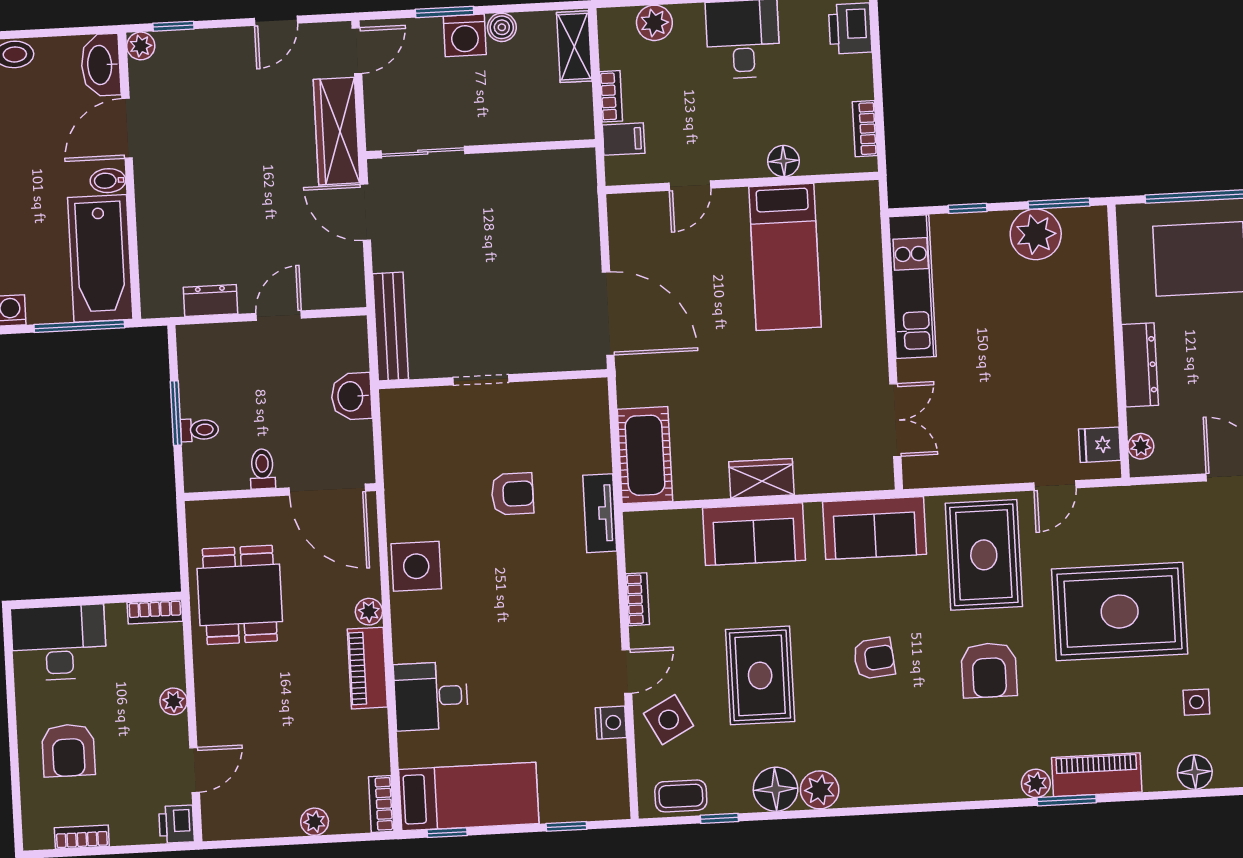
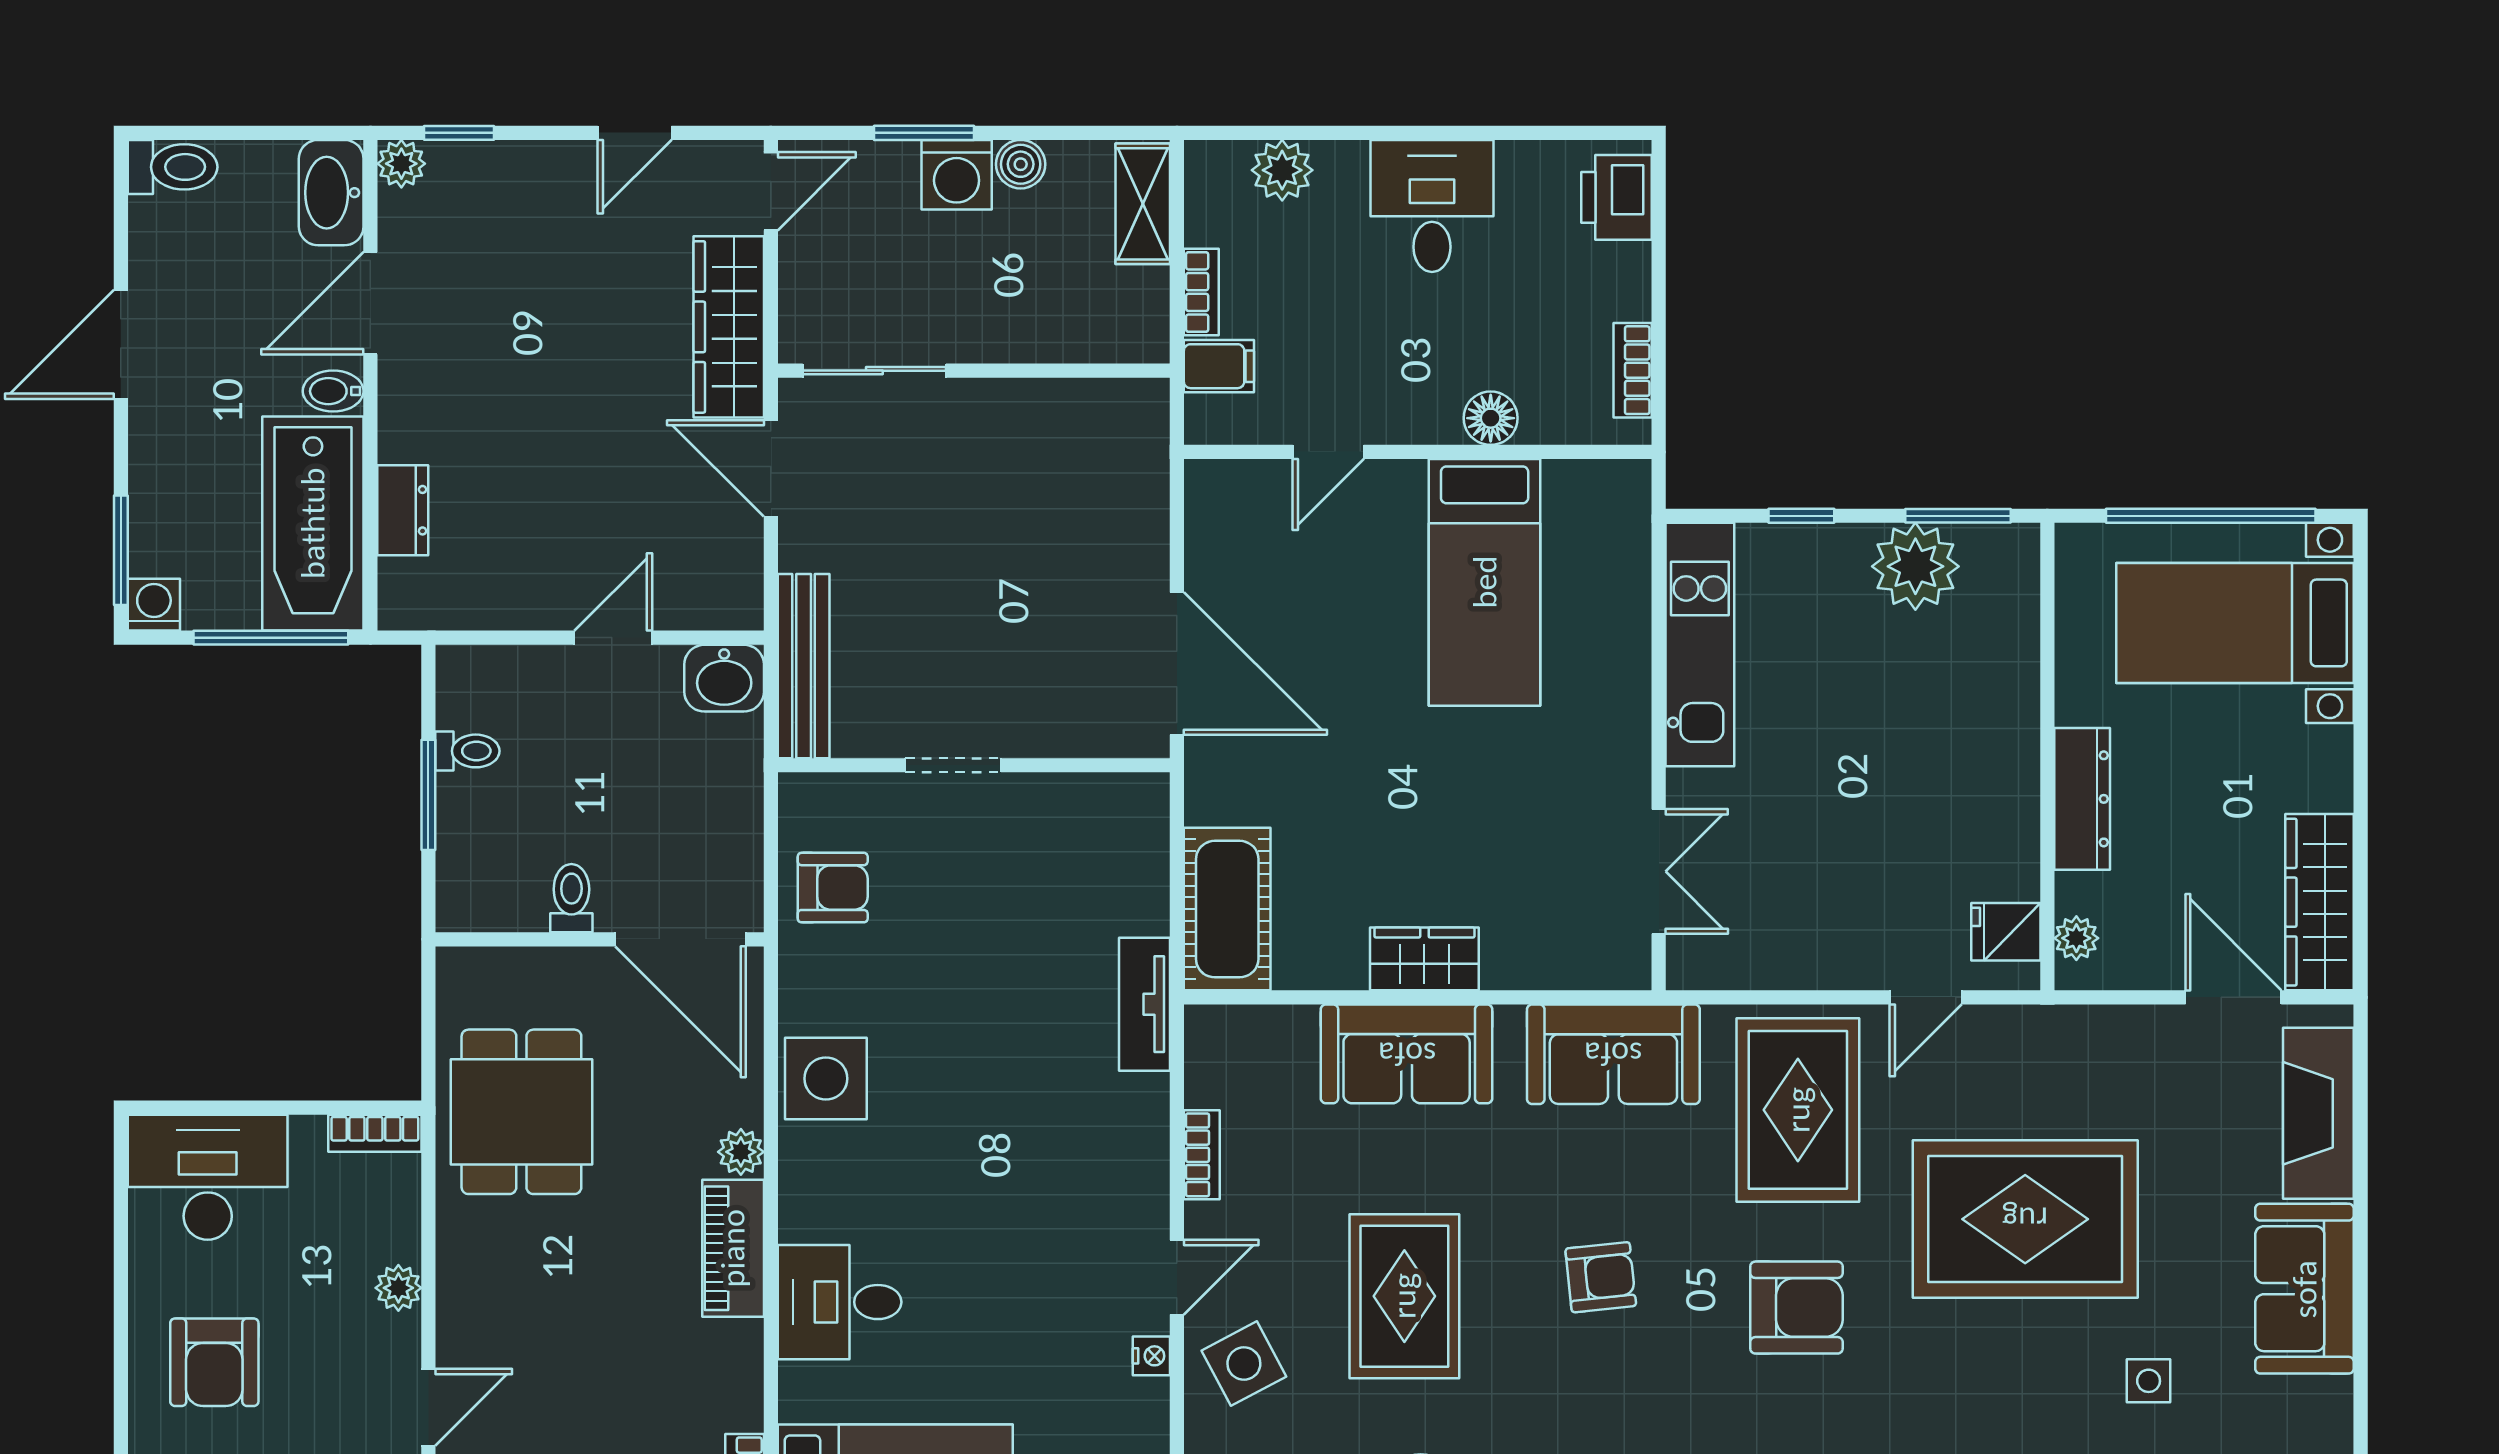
dresser: (210, 300) -> (403, 510), moved, turned 90
washbasin: (351, 396) -> (724, 678), moved, turned -90
toilet: (200, 430) -> (467, 751), moved
armchair: (512, 494) -> (833, 888), moved
armchair: (989, 670) -> (1796, 1308), turned -90
nightstand: (611, 723) -> (1151, 1356), width x0.72, depth x0.74

